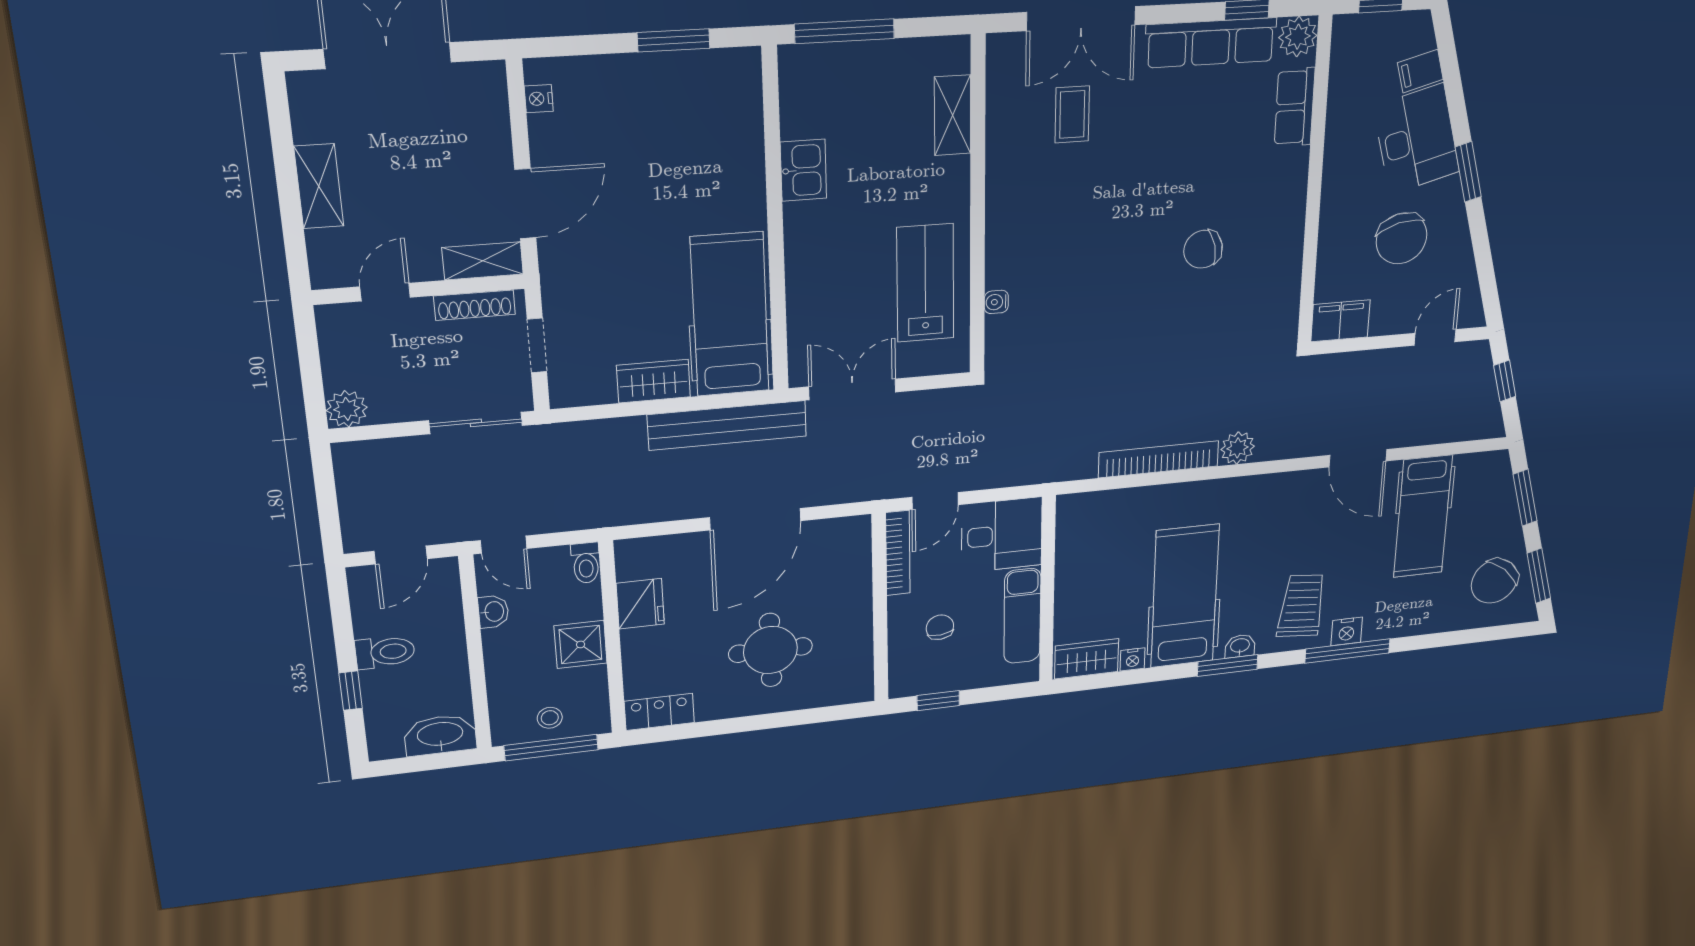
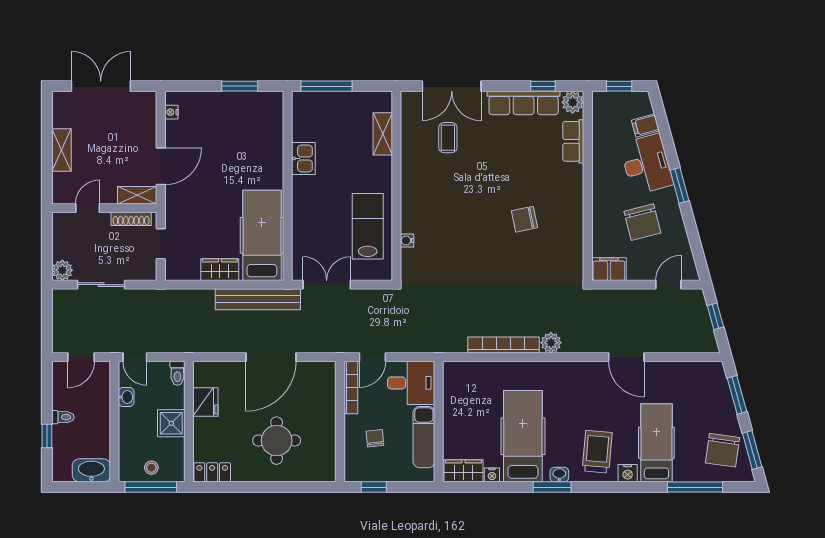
sliding door: (476, 423) -> (101, 285), moved
hospital bed: (1423, 517) -> (656, 443), moved, turned 180
chair: (1494, 581) -> (723, 450), turned -33
window: (1348, 651) -> (695, 487), moved
toilet: (385, 652) -> (63, 417), width x0.73, depth x0.72

